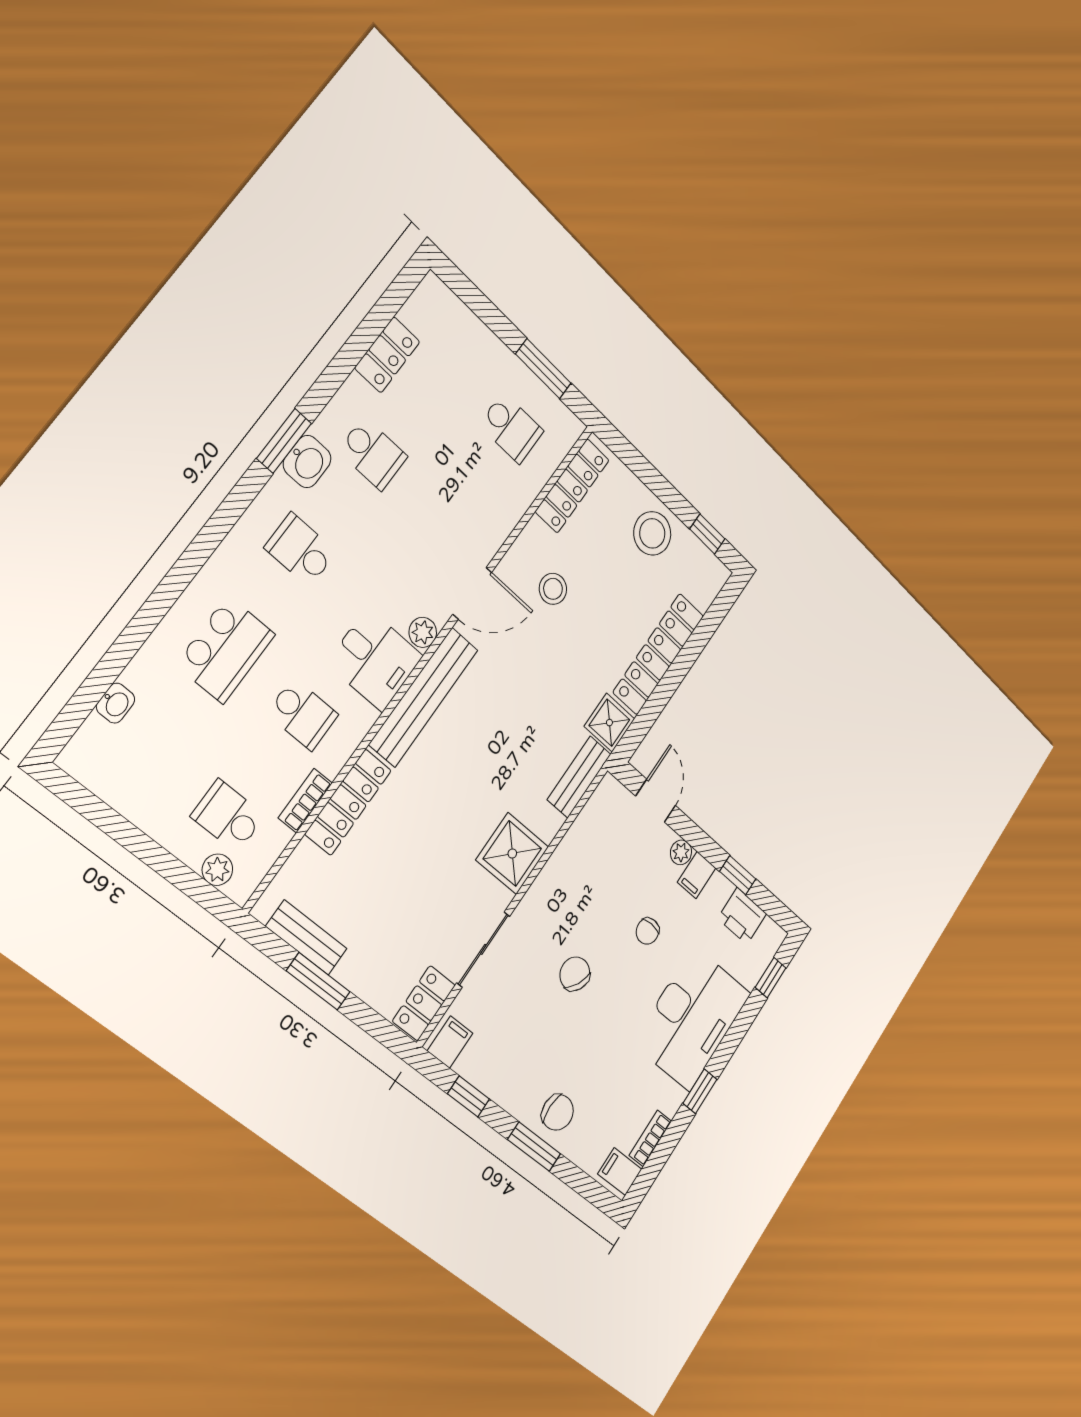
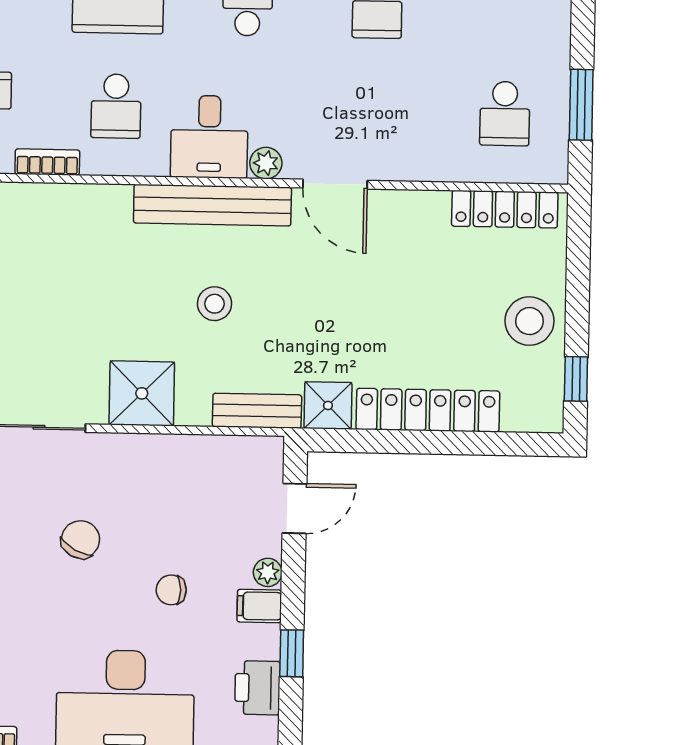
stool: (553, 589) -> (215, 304), moved
locker: (348, 802) -> (74, 202), removed

